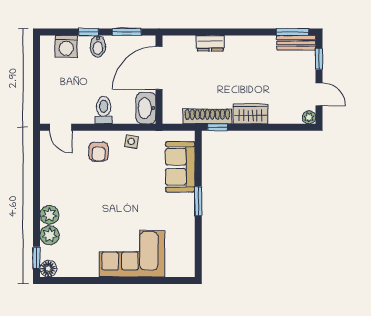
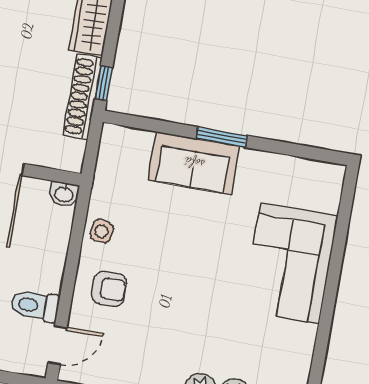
washbasin: (146, 108) -> (64, 194), width x0.52, depth x0.69
toilet: (104, 110) -> (35, 306), moved
sofa: (180, 167) -> (194, 163), moved

